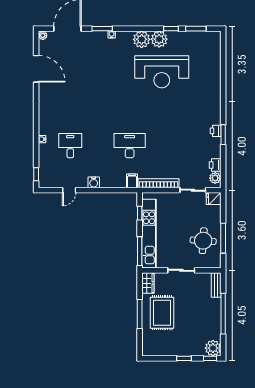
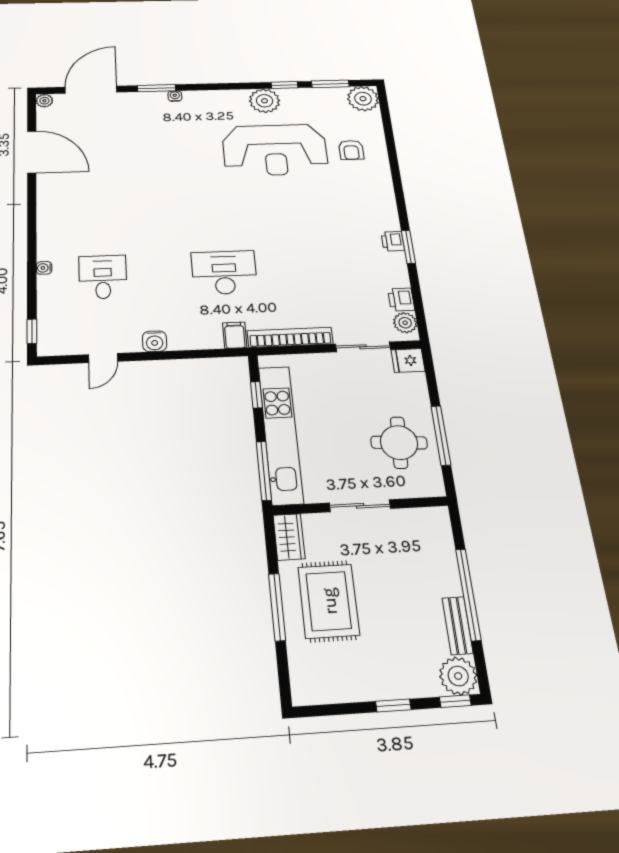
plant: (142, 39) -> (363, 99), moved
armchair: (202, 73) -> (351, 150), added
bench: (216, 285) -> (458, 626), moved

